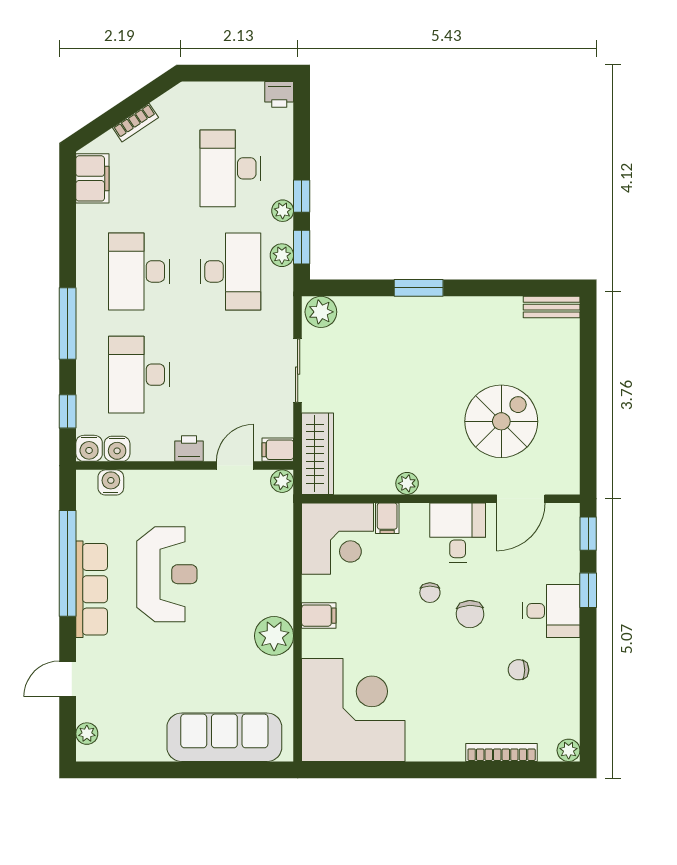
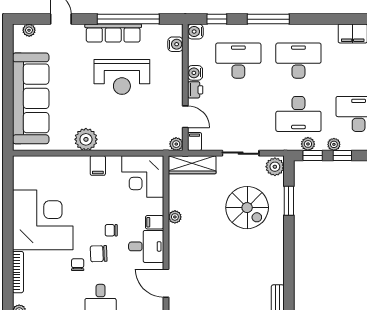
window: (419, 288) -> (289, 201), moved
spiral stairs: (501, 421) -> (247, 208), moved
water cooler: (117, 449) -> (195, 73), moved
filing cabinet: (387, 518) -> (155, 222), moved
chair: (518, 670) -> (78, 265), moved
corner desk: (353, 710) -> (43, 220), moved, turned -90
sofa: (224, 737) -> (31, 98), width x1.36, depth x1.27

